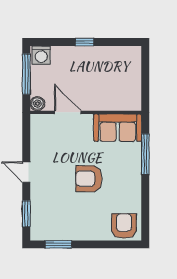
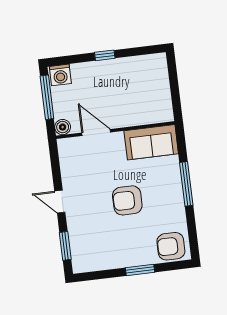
window: (145, 154) -> (186, 184), moved
armchair: (124, 226) -> (171, 246), turned -90
window: (58, 244) -> (140, 270), moved

